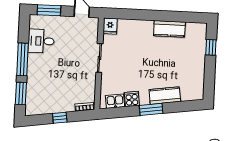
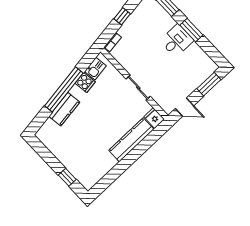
kitchen counter: (169, 29) -> (131, 140), moved, width x1.50
desk: (41, 41) -> (177, 41), moved
window: (23, 59) -> (191, 30), width x0.69
window: (151, 109) -> (64, 89), width x2.11

